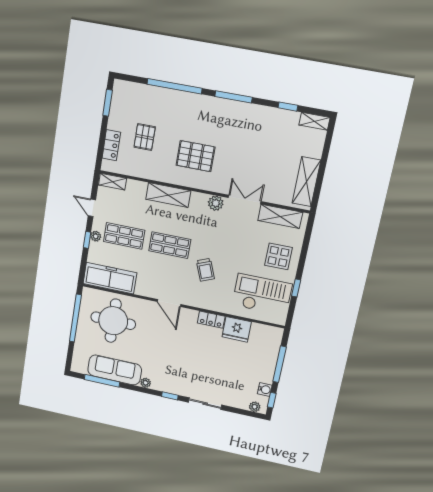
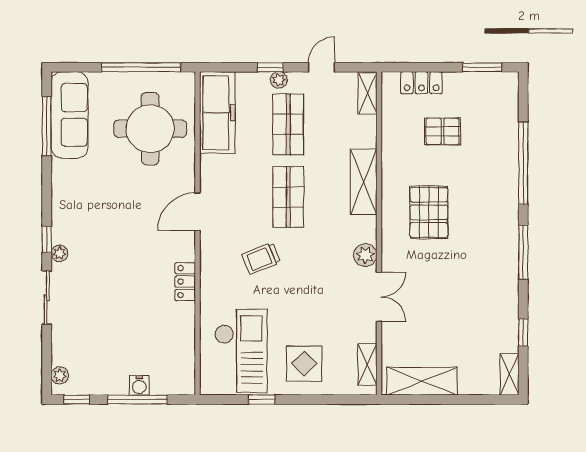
shelving: (280, 216) -> (367, 364), width x0.67, depth x0.75
fridge: (237, 329) -> (178, 323), removed
sofa: (115, 370) -> (69, 115), moved
plant: (146, 383) -> (59, 253), moved
water cooler: (265, 389) -> (139, 385), moved

